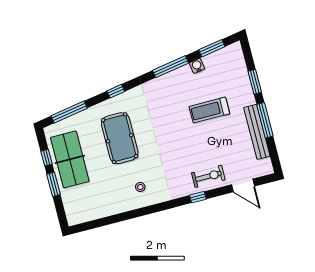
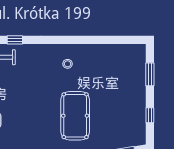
table tennis table: (70, 159) -> (128, 108), removed
window: (53, 184) -> (150, 74), moved

